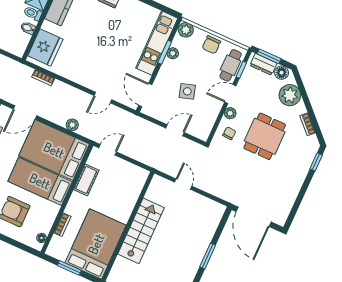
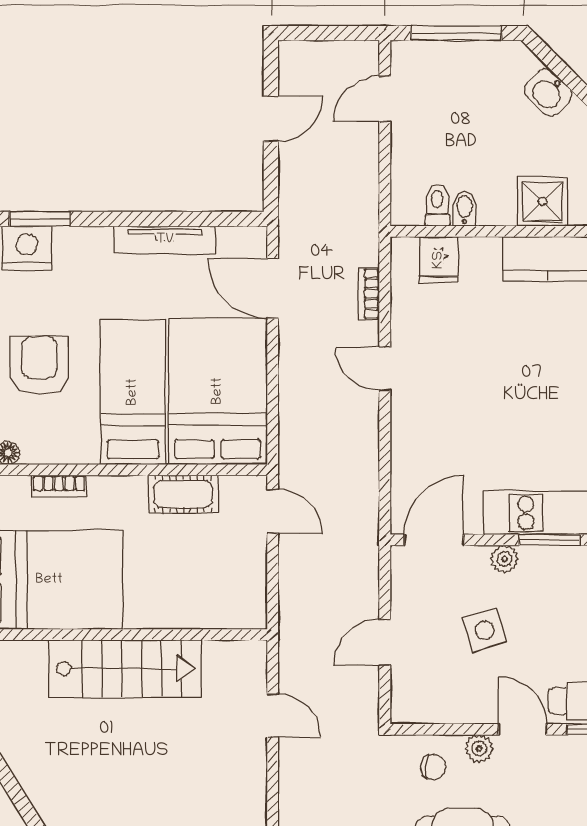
toilet: (33, 13) -> (437, 205), moved
fridge: (45, 47) -> (439, 260), width x0.53, depth x0.75
plant: (173, 53) -> (505, 559), moved
door: (103, 98) -> (385, 369), moved
plant: (72, 125) -> (292, 407), removed
door: (175, 130) -> (385, 642), swing flipped
door: (183, 184) -> (273, 716), hinge flipped

